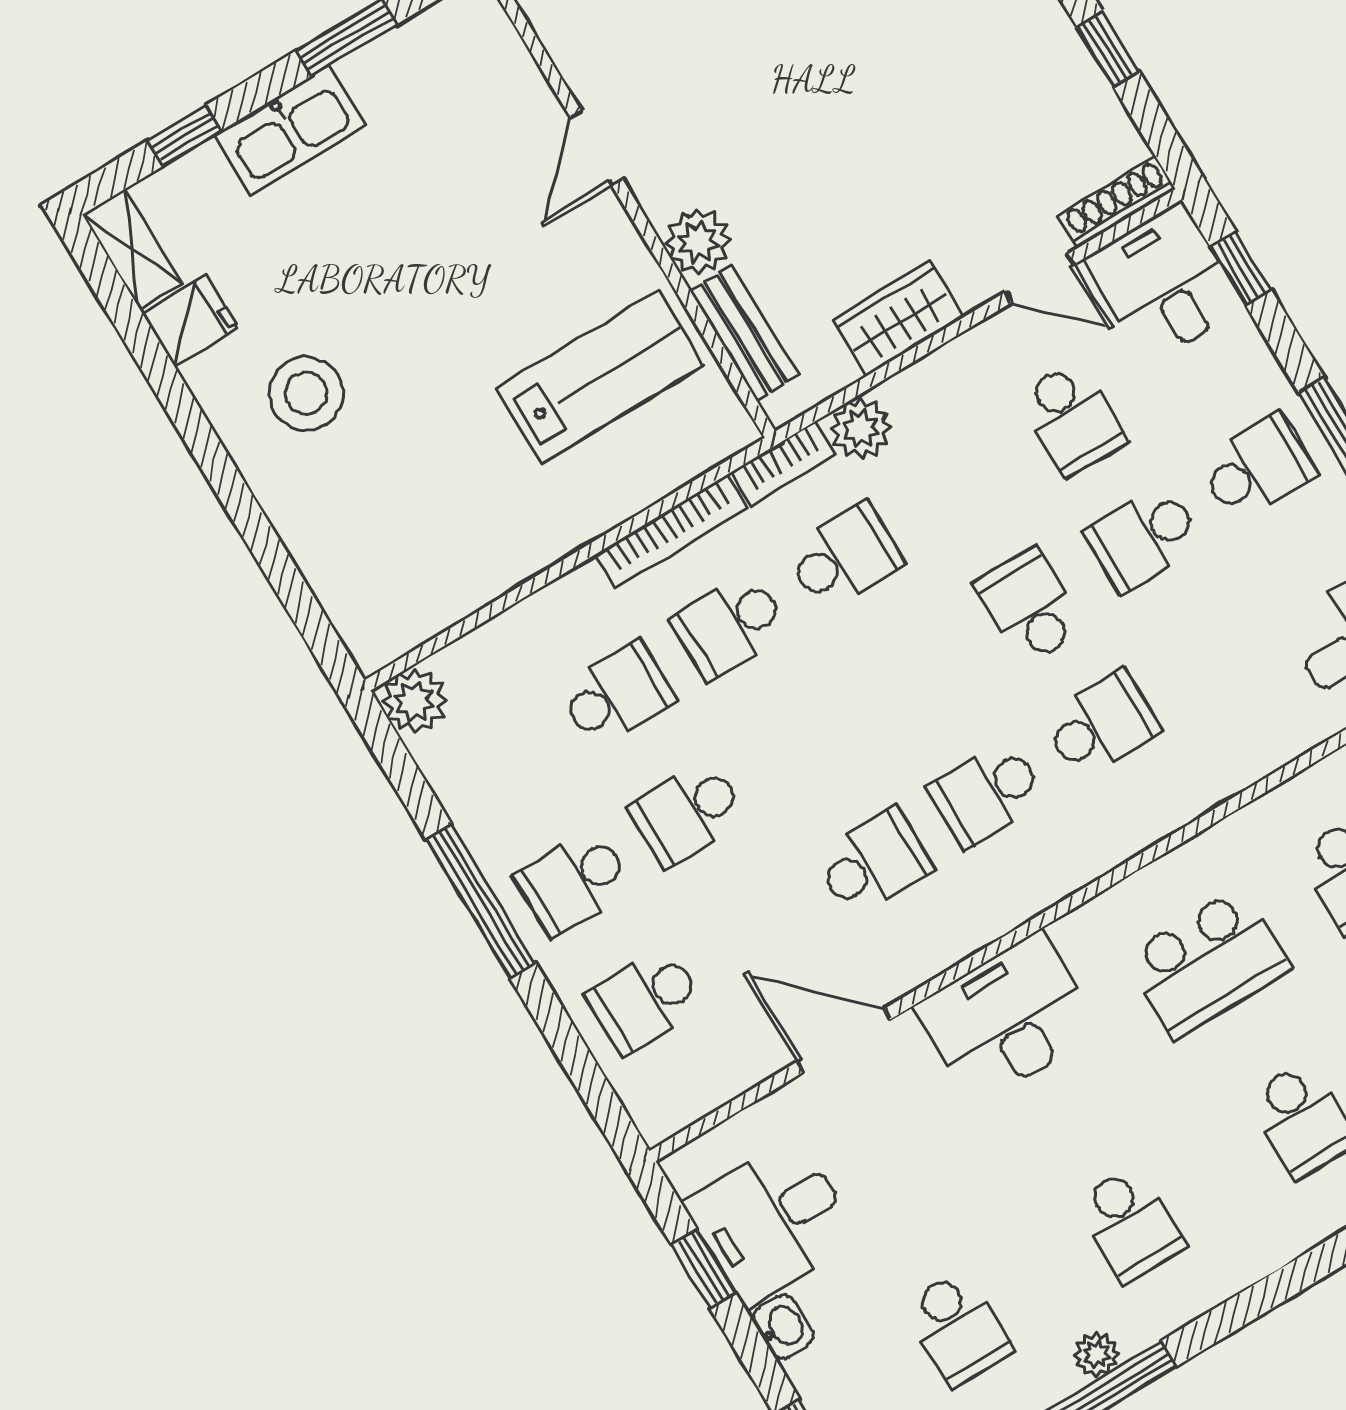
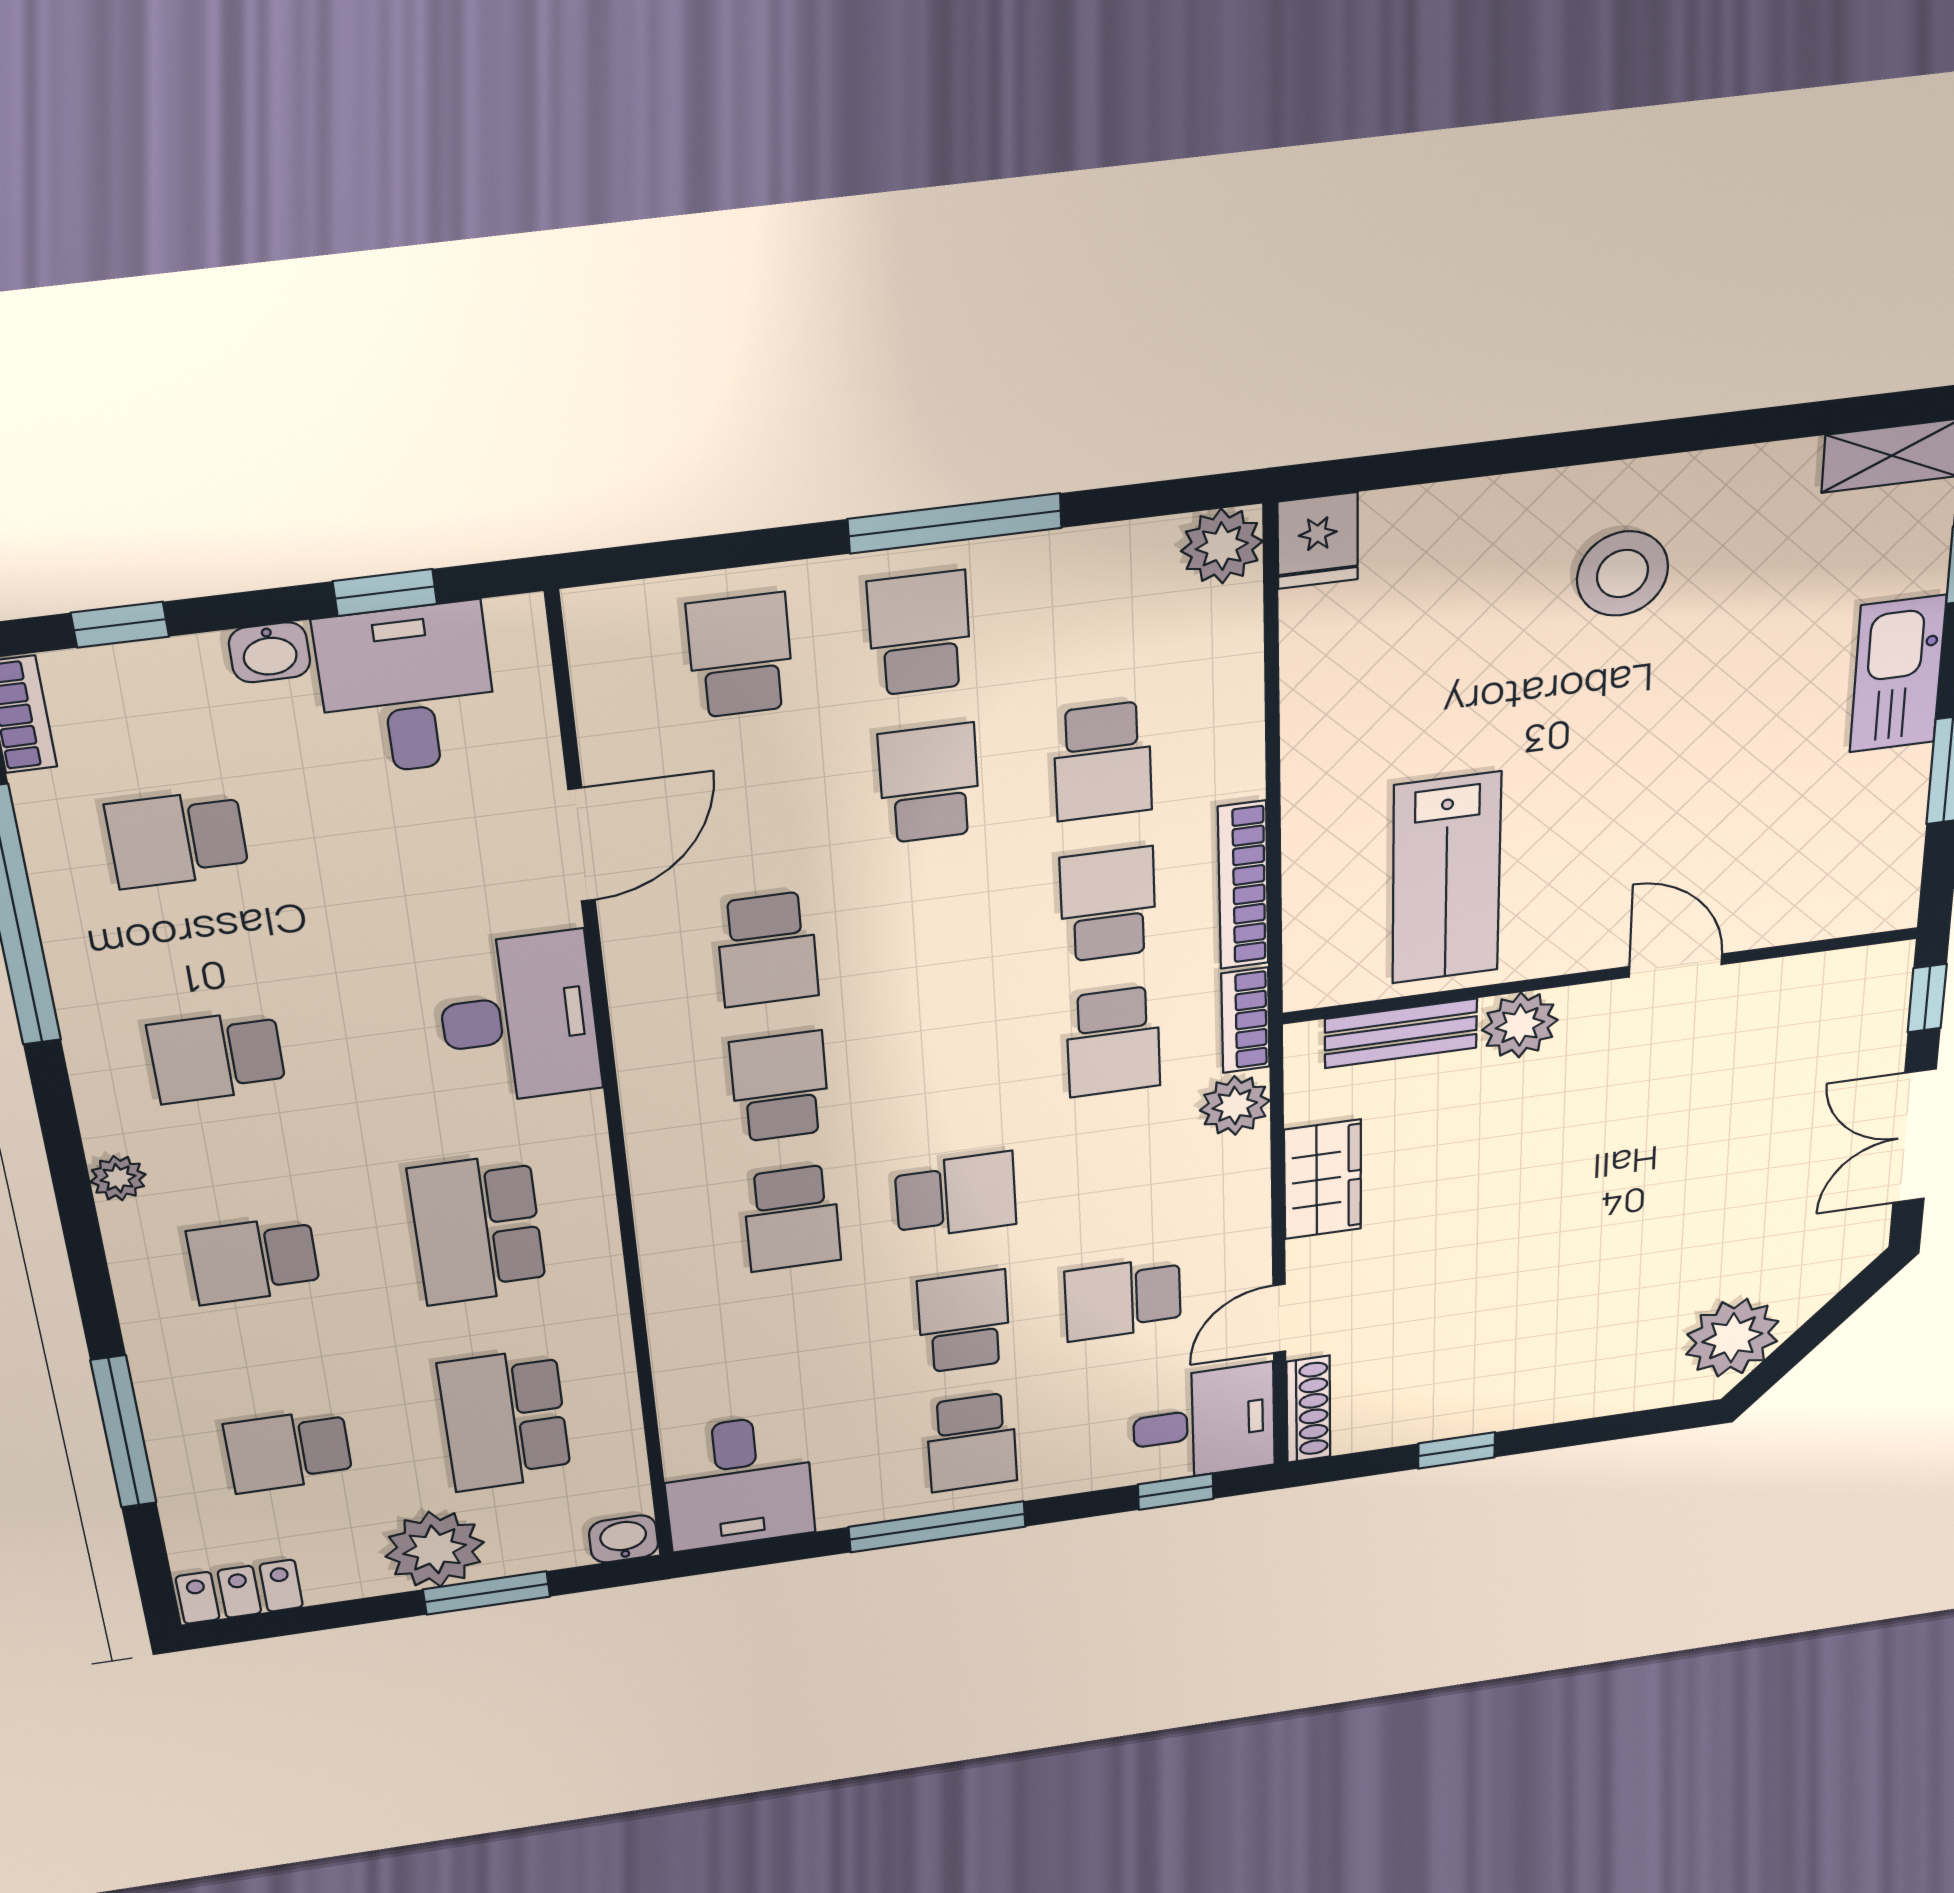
fridge: (190, 321) -> (1318, 541), moved
plant: (1096, 1354) -> (118, 1178), moved

